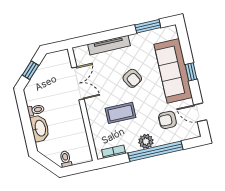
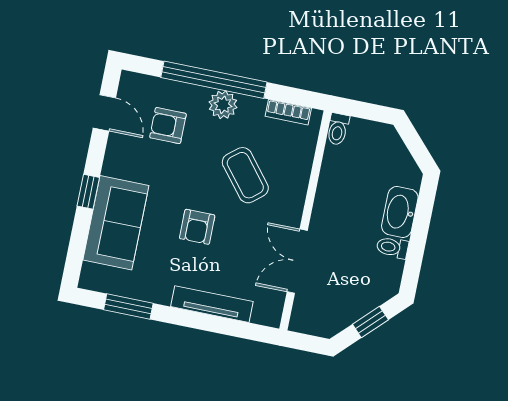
sofa: (173, 71) -> (116, 223), width x0.73
armchair: (132, 78) -> (197, 227), turned -150
coffee table: (120, 113) -> (245, 175), turned 51
armchair: (167, 120) -> (168, 126), turned 180
toilet: (66, 159) -> (338, 129), moved

